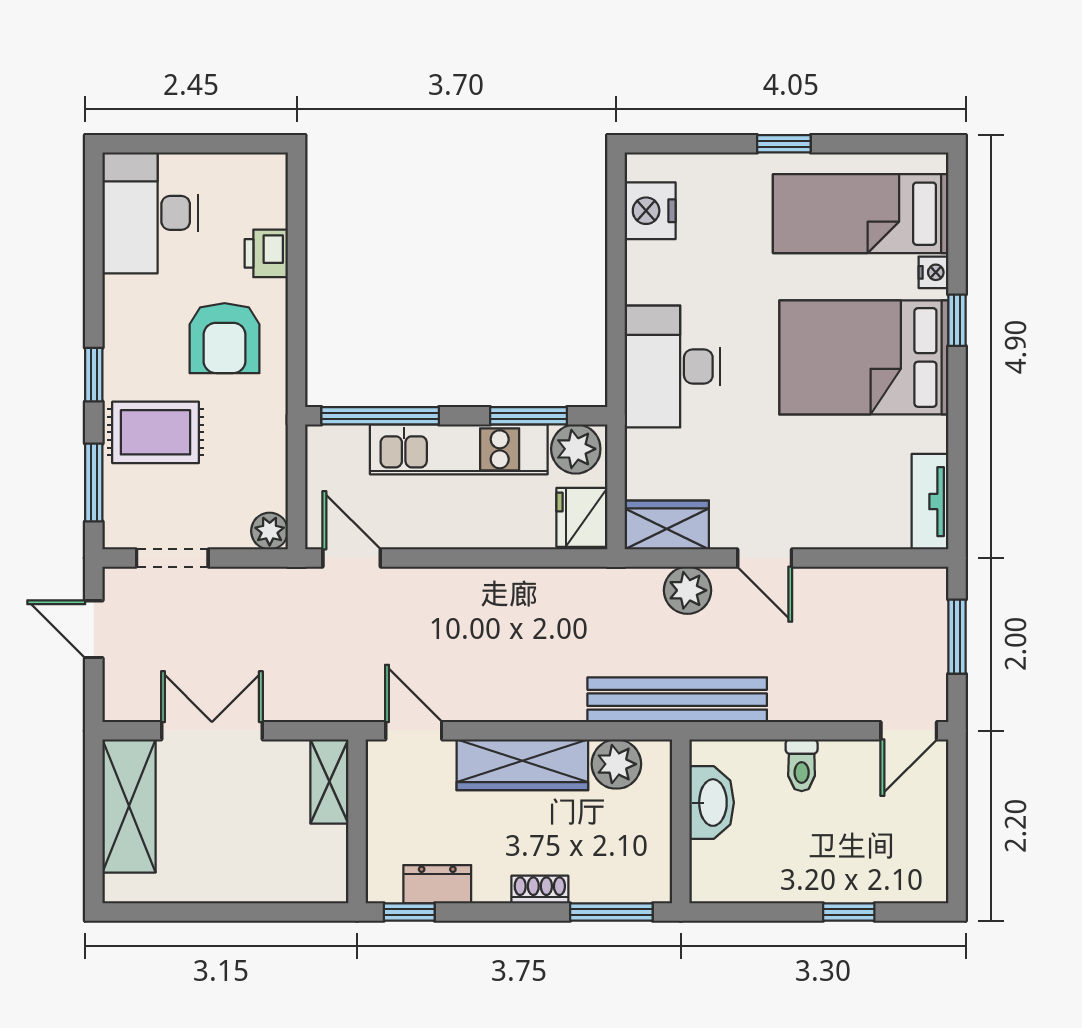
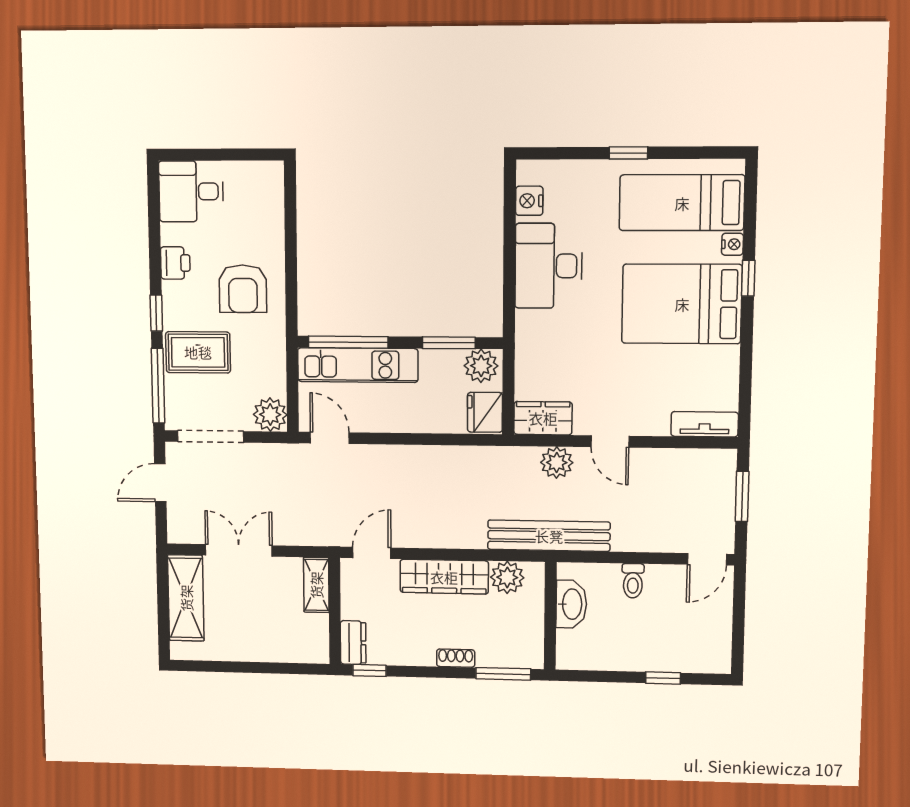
nightstand: (650, 211) -> (529, 201), width x0.74, depth x0.75
desk: (150, 213) -> (191, 191), width x0.73
printer: (266, 253) -> (175, 263), moved, turned 180
desk: (672, 367) -> (549, 266), moved
kitchen unit: (459, 449) -> (358, 365), moved
window: (94, 483) -> (158, 386), width x1.44
tv unit: (930, 502) -> (705, 424), moved, turned 90
plant: (270, 531) -> (270, 415), width x1.38, depth x1.38
doorway: (172, 558) -> (211, 436), width x1.38
door: (94, 629) -> (160, 483), hinge flipped
door: (414, 731) -> (372, 553), hinge flipped
dresser: (437, 884) -> (353, 643), moved, turned 90

